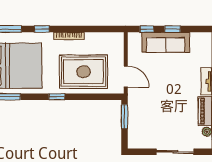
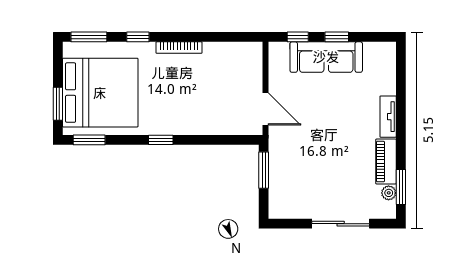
rug: (84, 72) -> (201, 102), removed

